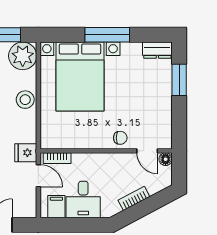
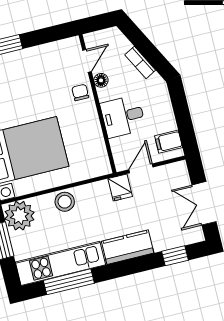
bookcase: (57, 158) -> (118, 153), removed
floor lamp: (166, 159) -> (101, 80), moved
desk: (83, 199) -> (123, 116), moved, turned 180

